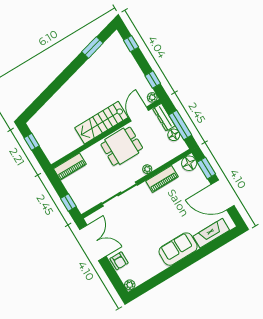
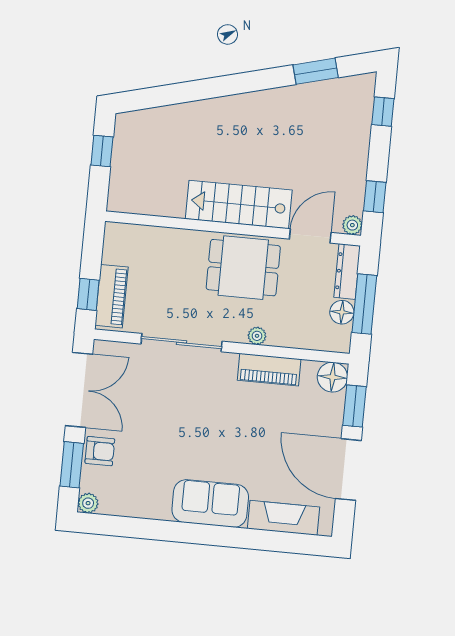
piano: (70, 166) -> (112, 296), moved, turned -90
armchair: (119, 261) -> (100, 451), turned -90
window: (112, 275) -> (72, 465), added

